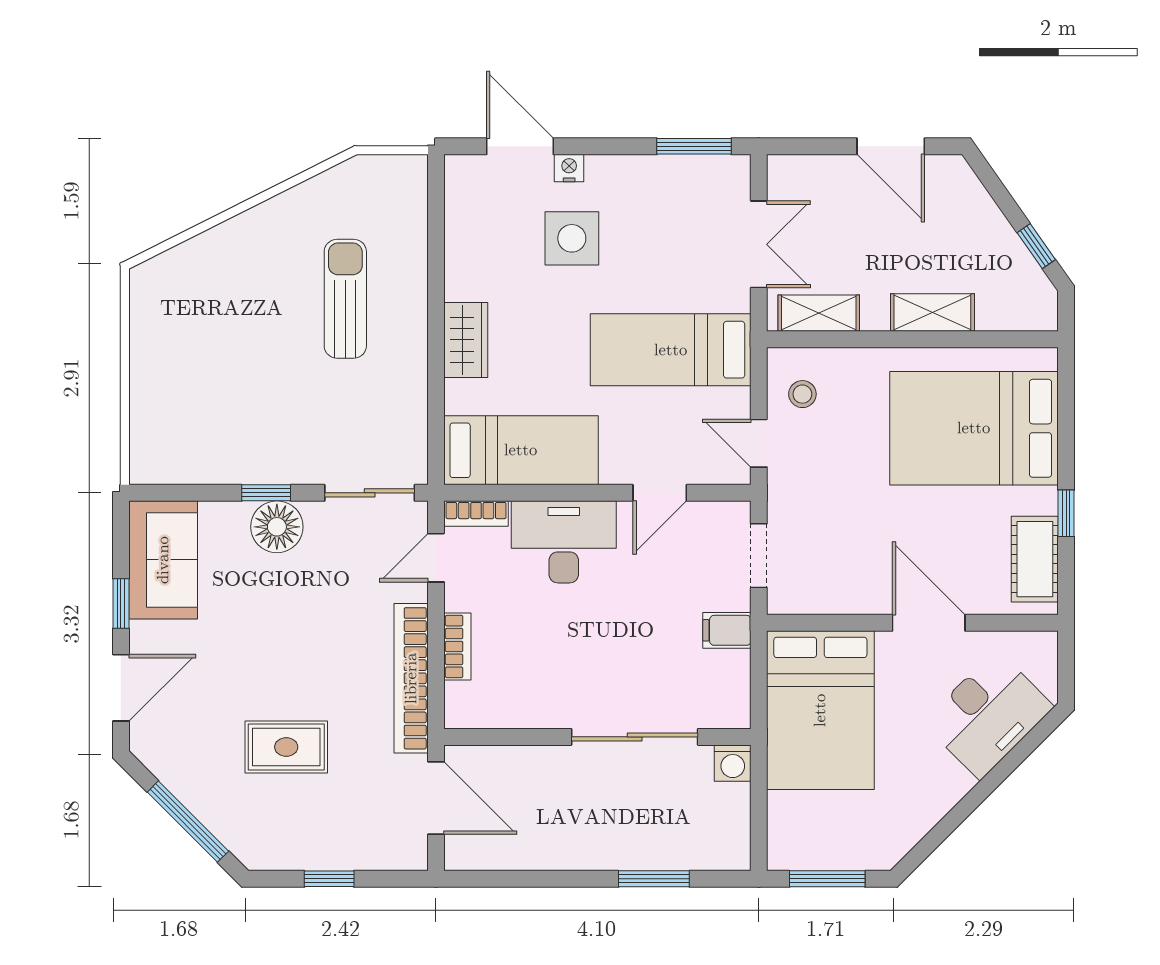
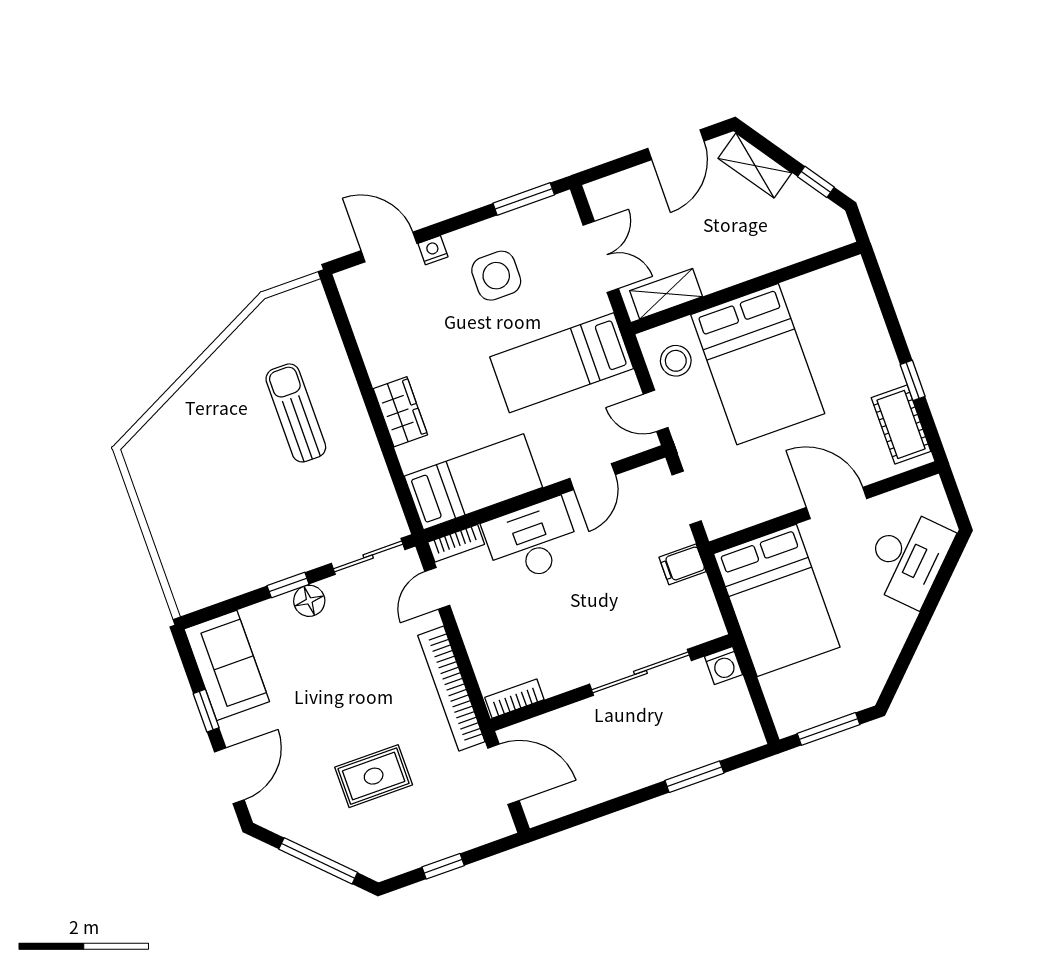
door: (891, 146) -> (676, 145), hinge flipped
side table: (572, 238) -> (496, 276), moved
shelving: (932, 313) -> (755, 166), moved, turned 55
stool: (802, 394) -> (676, 361), width x1.37, depth x1.37
bed: (974, 428) -> (758, 364), moved, turned -90
floor lamp: (277, 527) -> (309, 601), width x0.73, depth x0.73
bookcase: (457, 646) -> (514, 699), moved, turned -90

